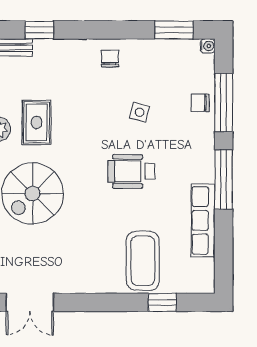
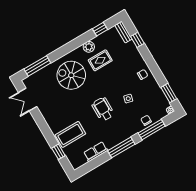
row of seats: (203, 220) -> (96, 152), width x0.68

